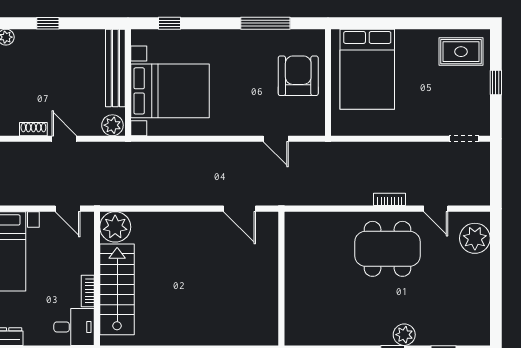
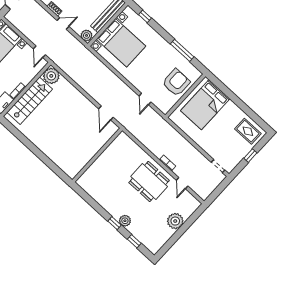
door: (64, 139) -> (63, 24), hinge flipped
plant: (475, 238) -> (175, 221), moved

